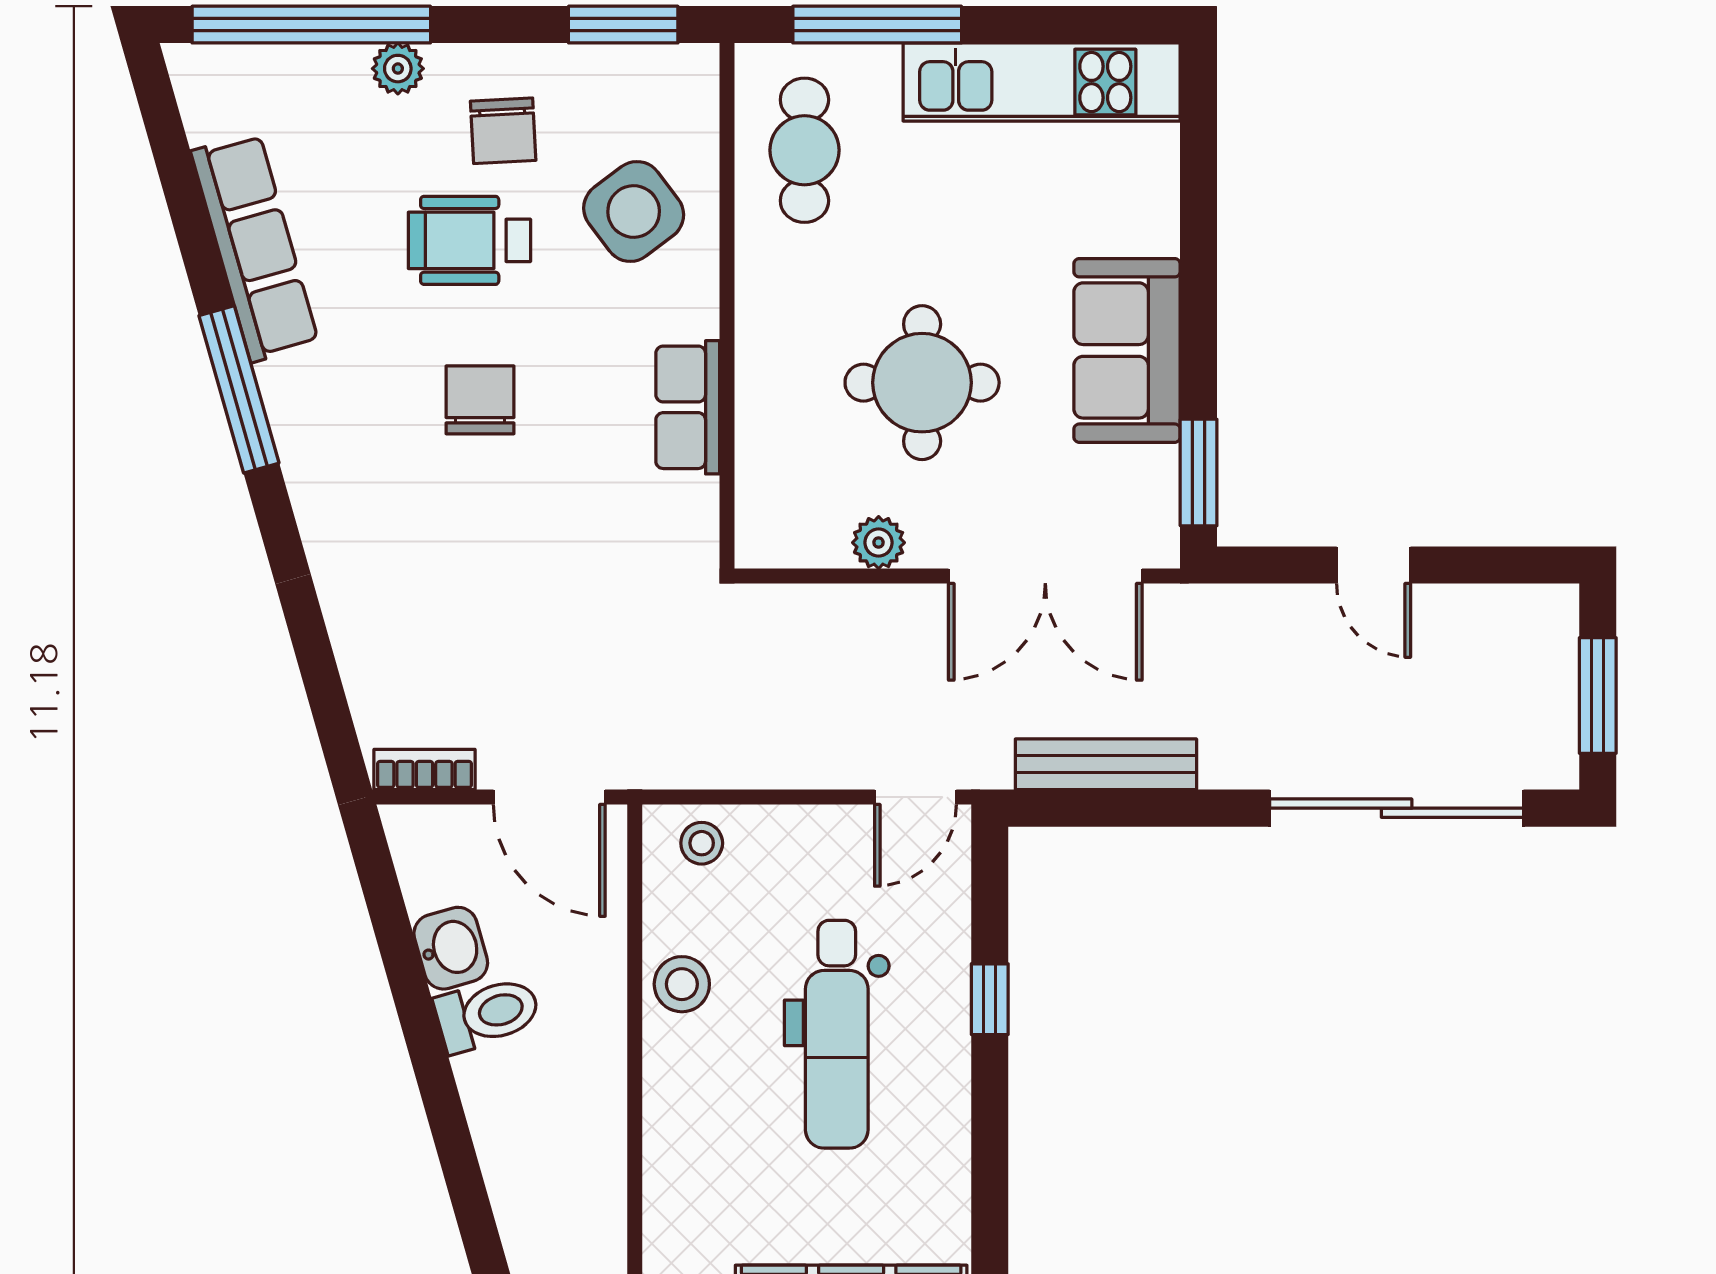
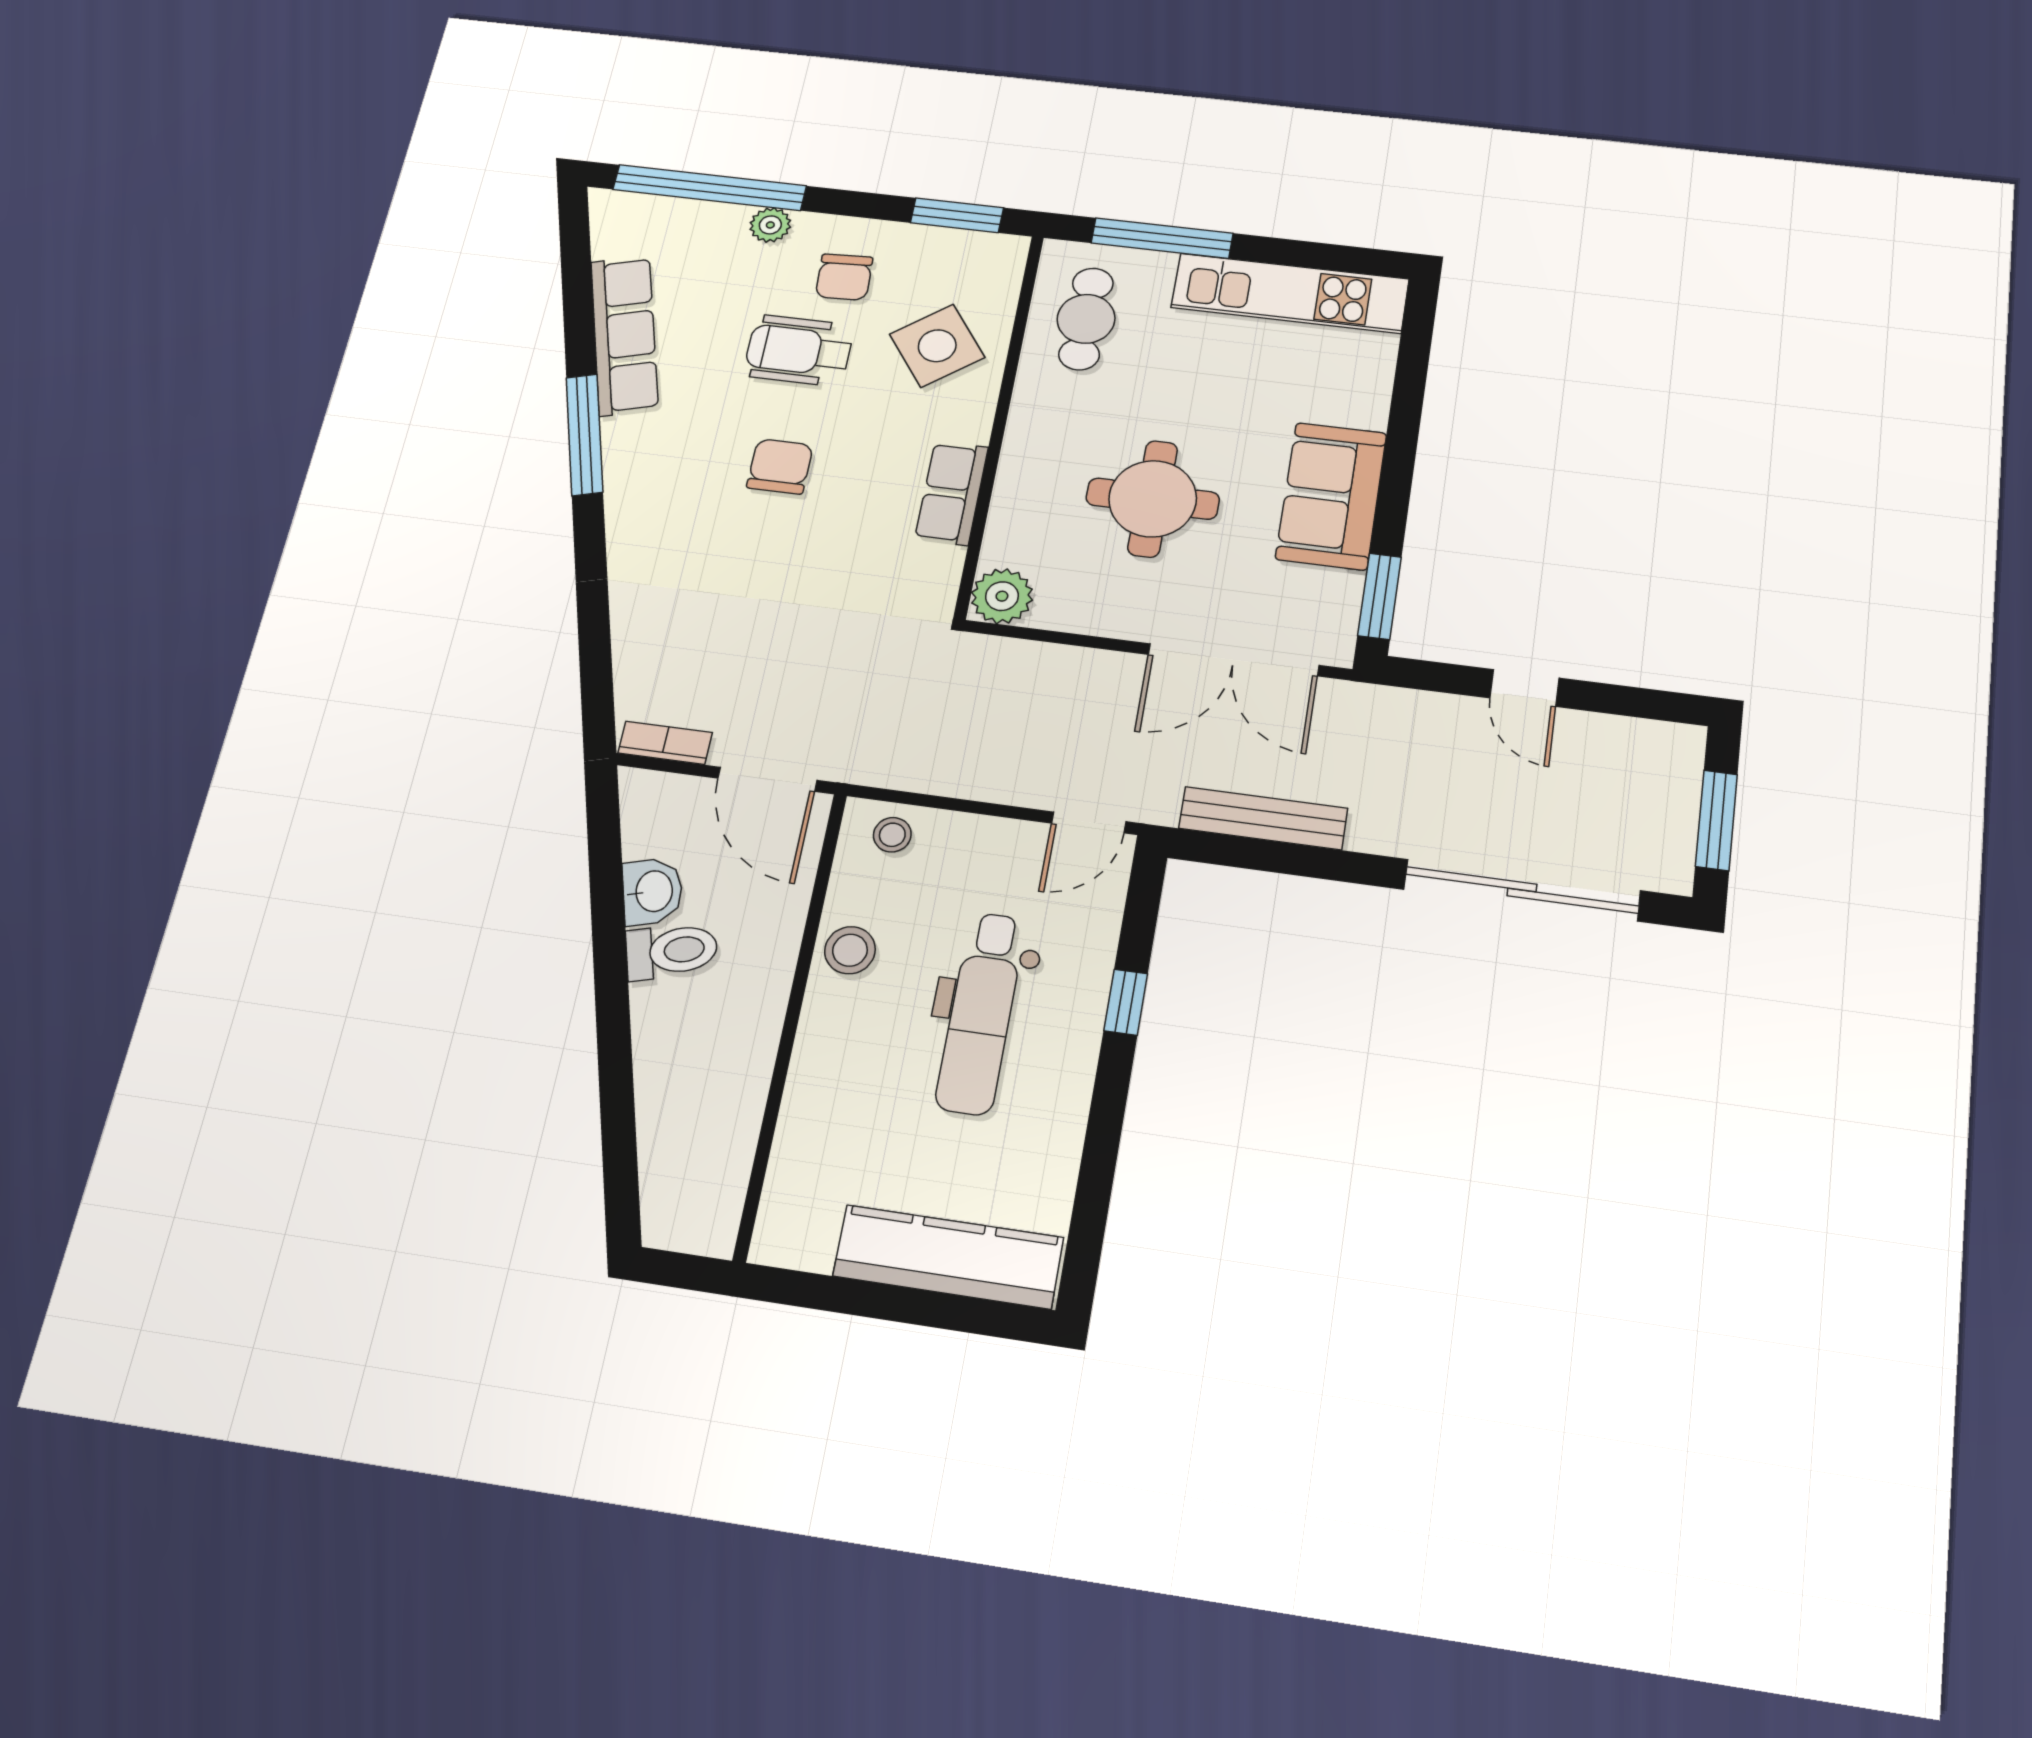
plant: (879, 543) -> (1002, 596), moved, width x1.38, depth x1.38

